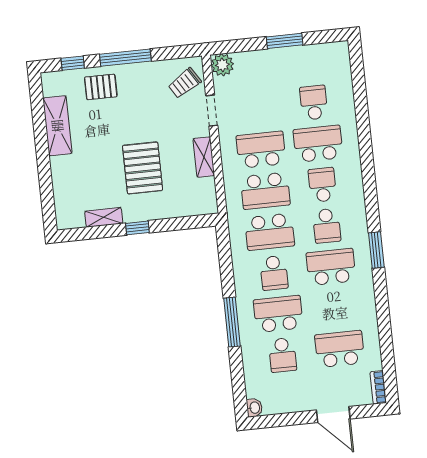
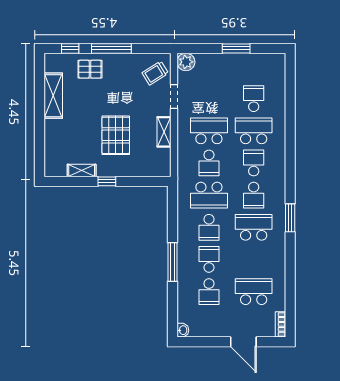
school desk: (265, 191) -> (209, 163), width x0.54
school desk: (278, 314) -> (209, 259), width x0.54

